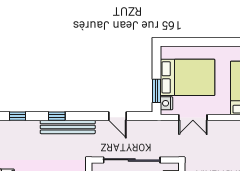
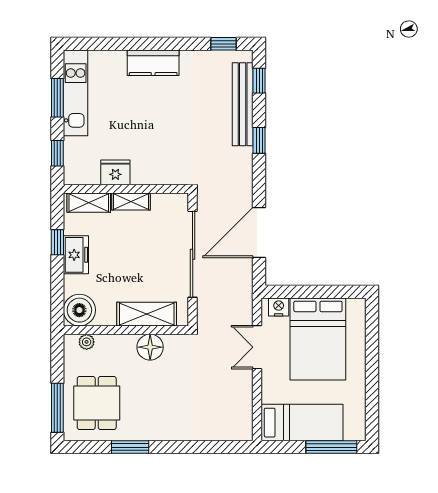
window: (157, 91) -> (297, 292), removed
door: (117, 116) -> (259, 232), width x1.88
bench: (68, 127) -> (243, 104), moved

